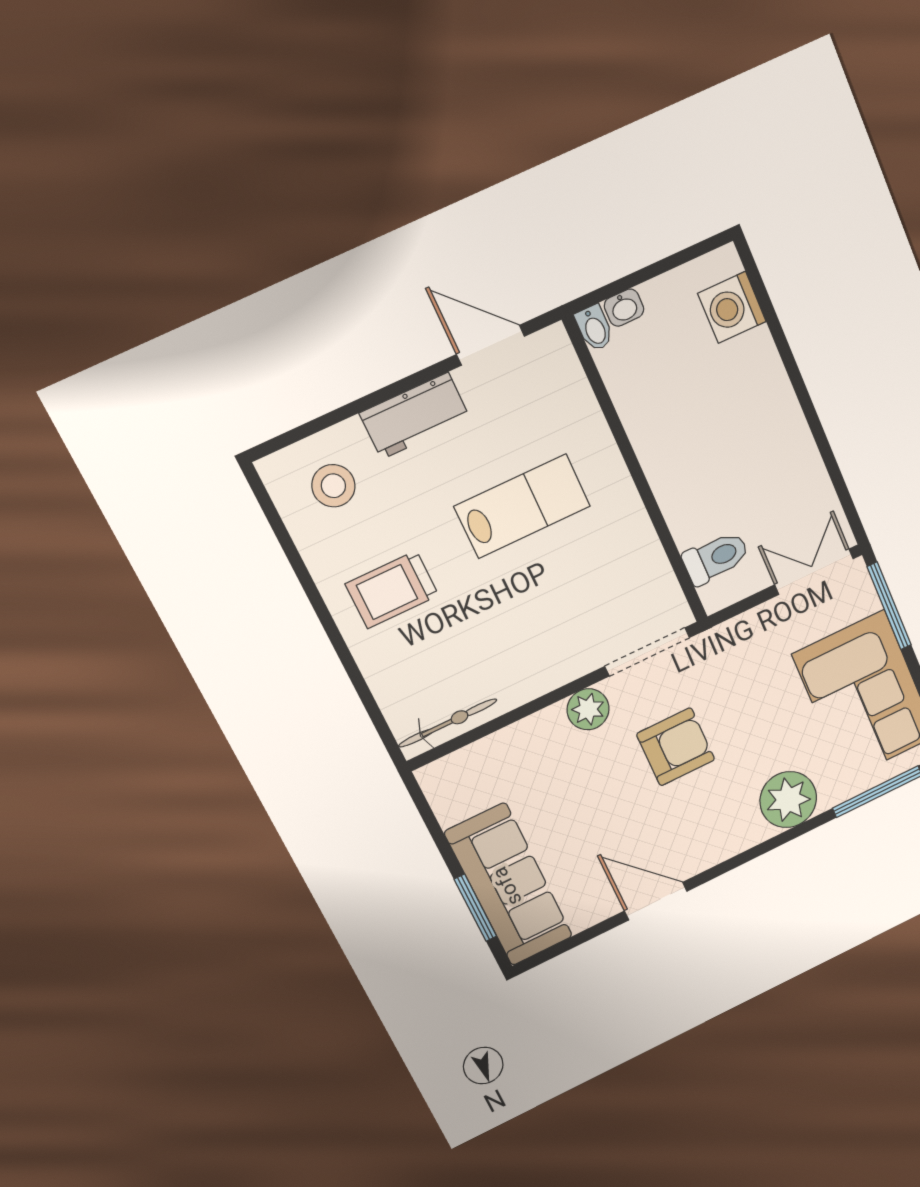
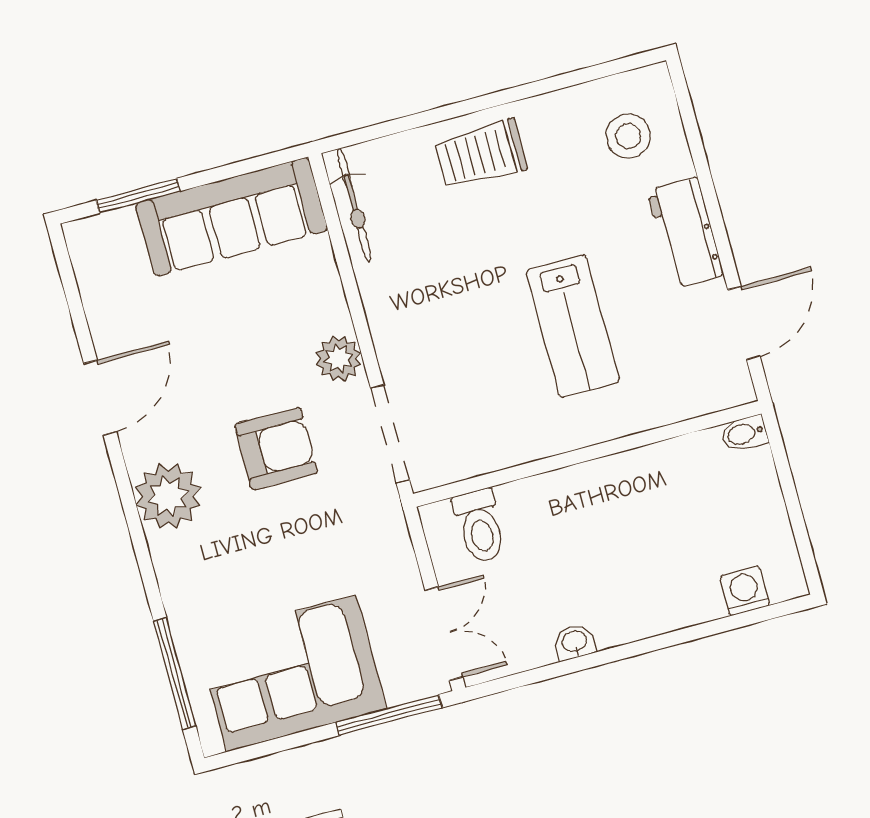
washing machine: (732, 307) -> (745, 591), width x0.73, depth x0.73
washbasin: (624, 308) -> (574, 642), moved, turned 90
trolley: (392, 590) -> (481, 154), moved, turned -90
armchair: (676, 747) -> (276, 449), turned -90
plant: (788, 800) -> (168, 496), moved
sofa: (509, 885) -> (232, 217), moved

